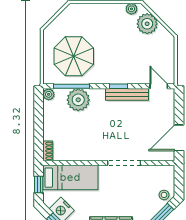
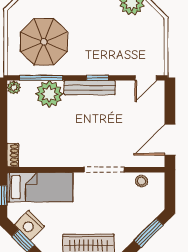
door: (159, 86) -> (146, 78), swing flipped
bench: (127, 94) -> (90, 88), moved
stool: (164, 195) -> (142, 181), moved

